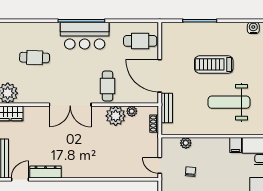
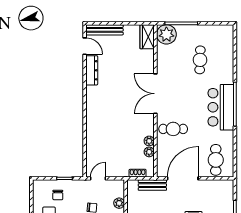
plant: (116, 116) -> (149, 141), width x0.53, depth x0.53

